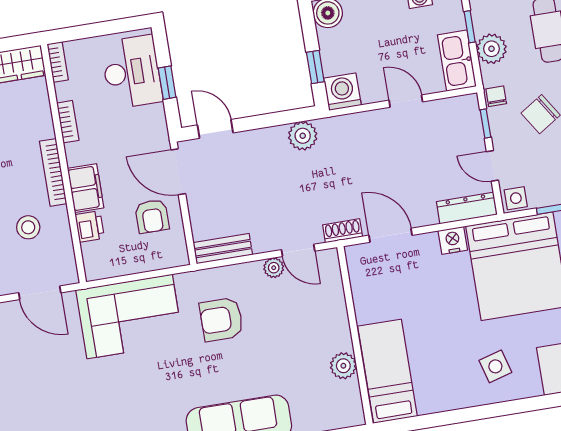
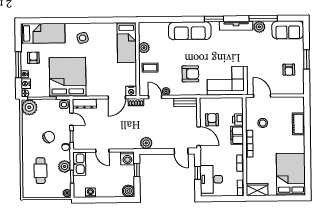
door: (391, 235) -> (117, 97), hinge flipped
nightstand: (453, 240) -> (131, 91), moved
coffee table: (321, 319) -> (150, 68), added

